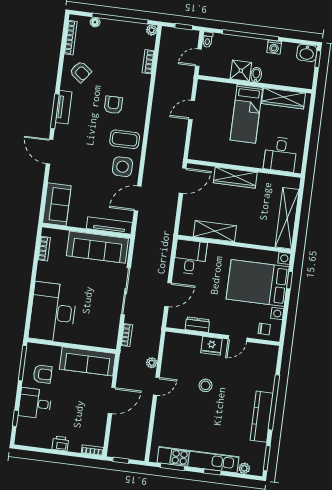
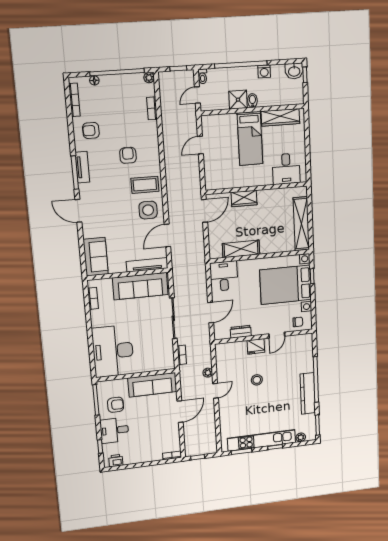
armchair: (81, 72) -> (91, 130), turned 142
wardrobe: (235, 178) -> (244, 199), width x0.67
printer: (60, 443) -> (116, 461), moved

